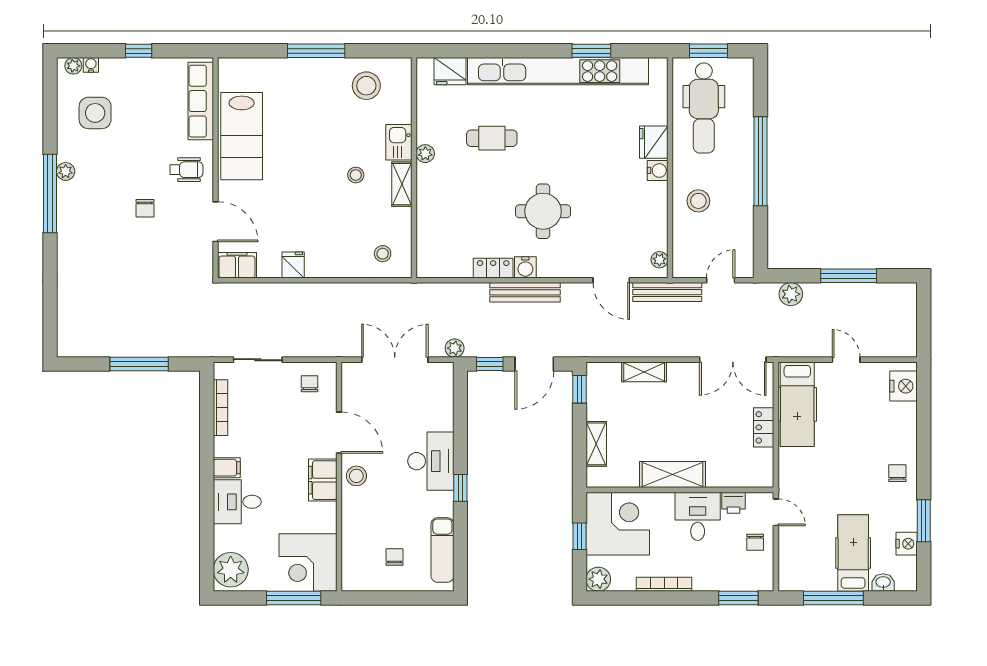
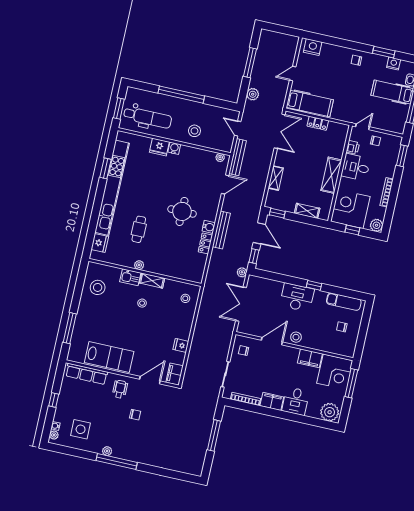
window: (316, 51) -> (70, 328), moved
filing cabinet: (227, 468) -> (272, 401), width x2.00
filing cabinet: (323, 480) -> (310, 358), moved

